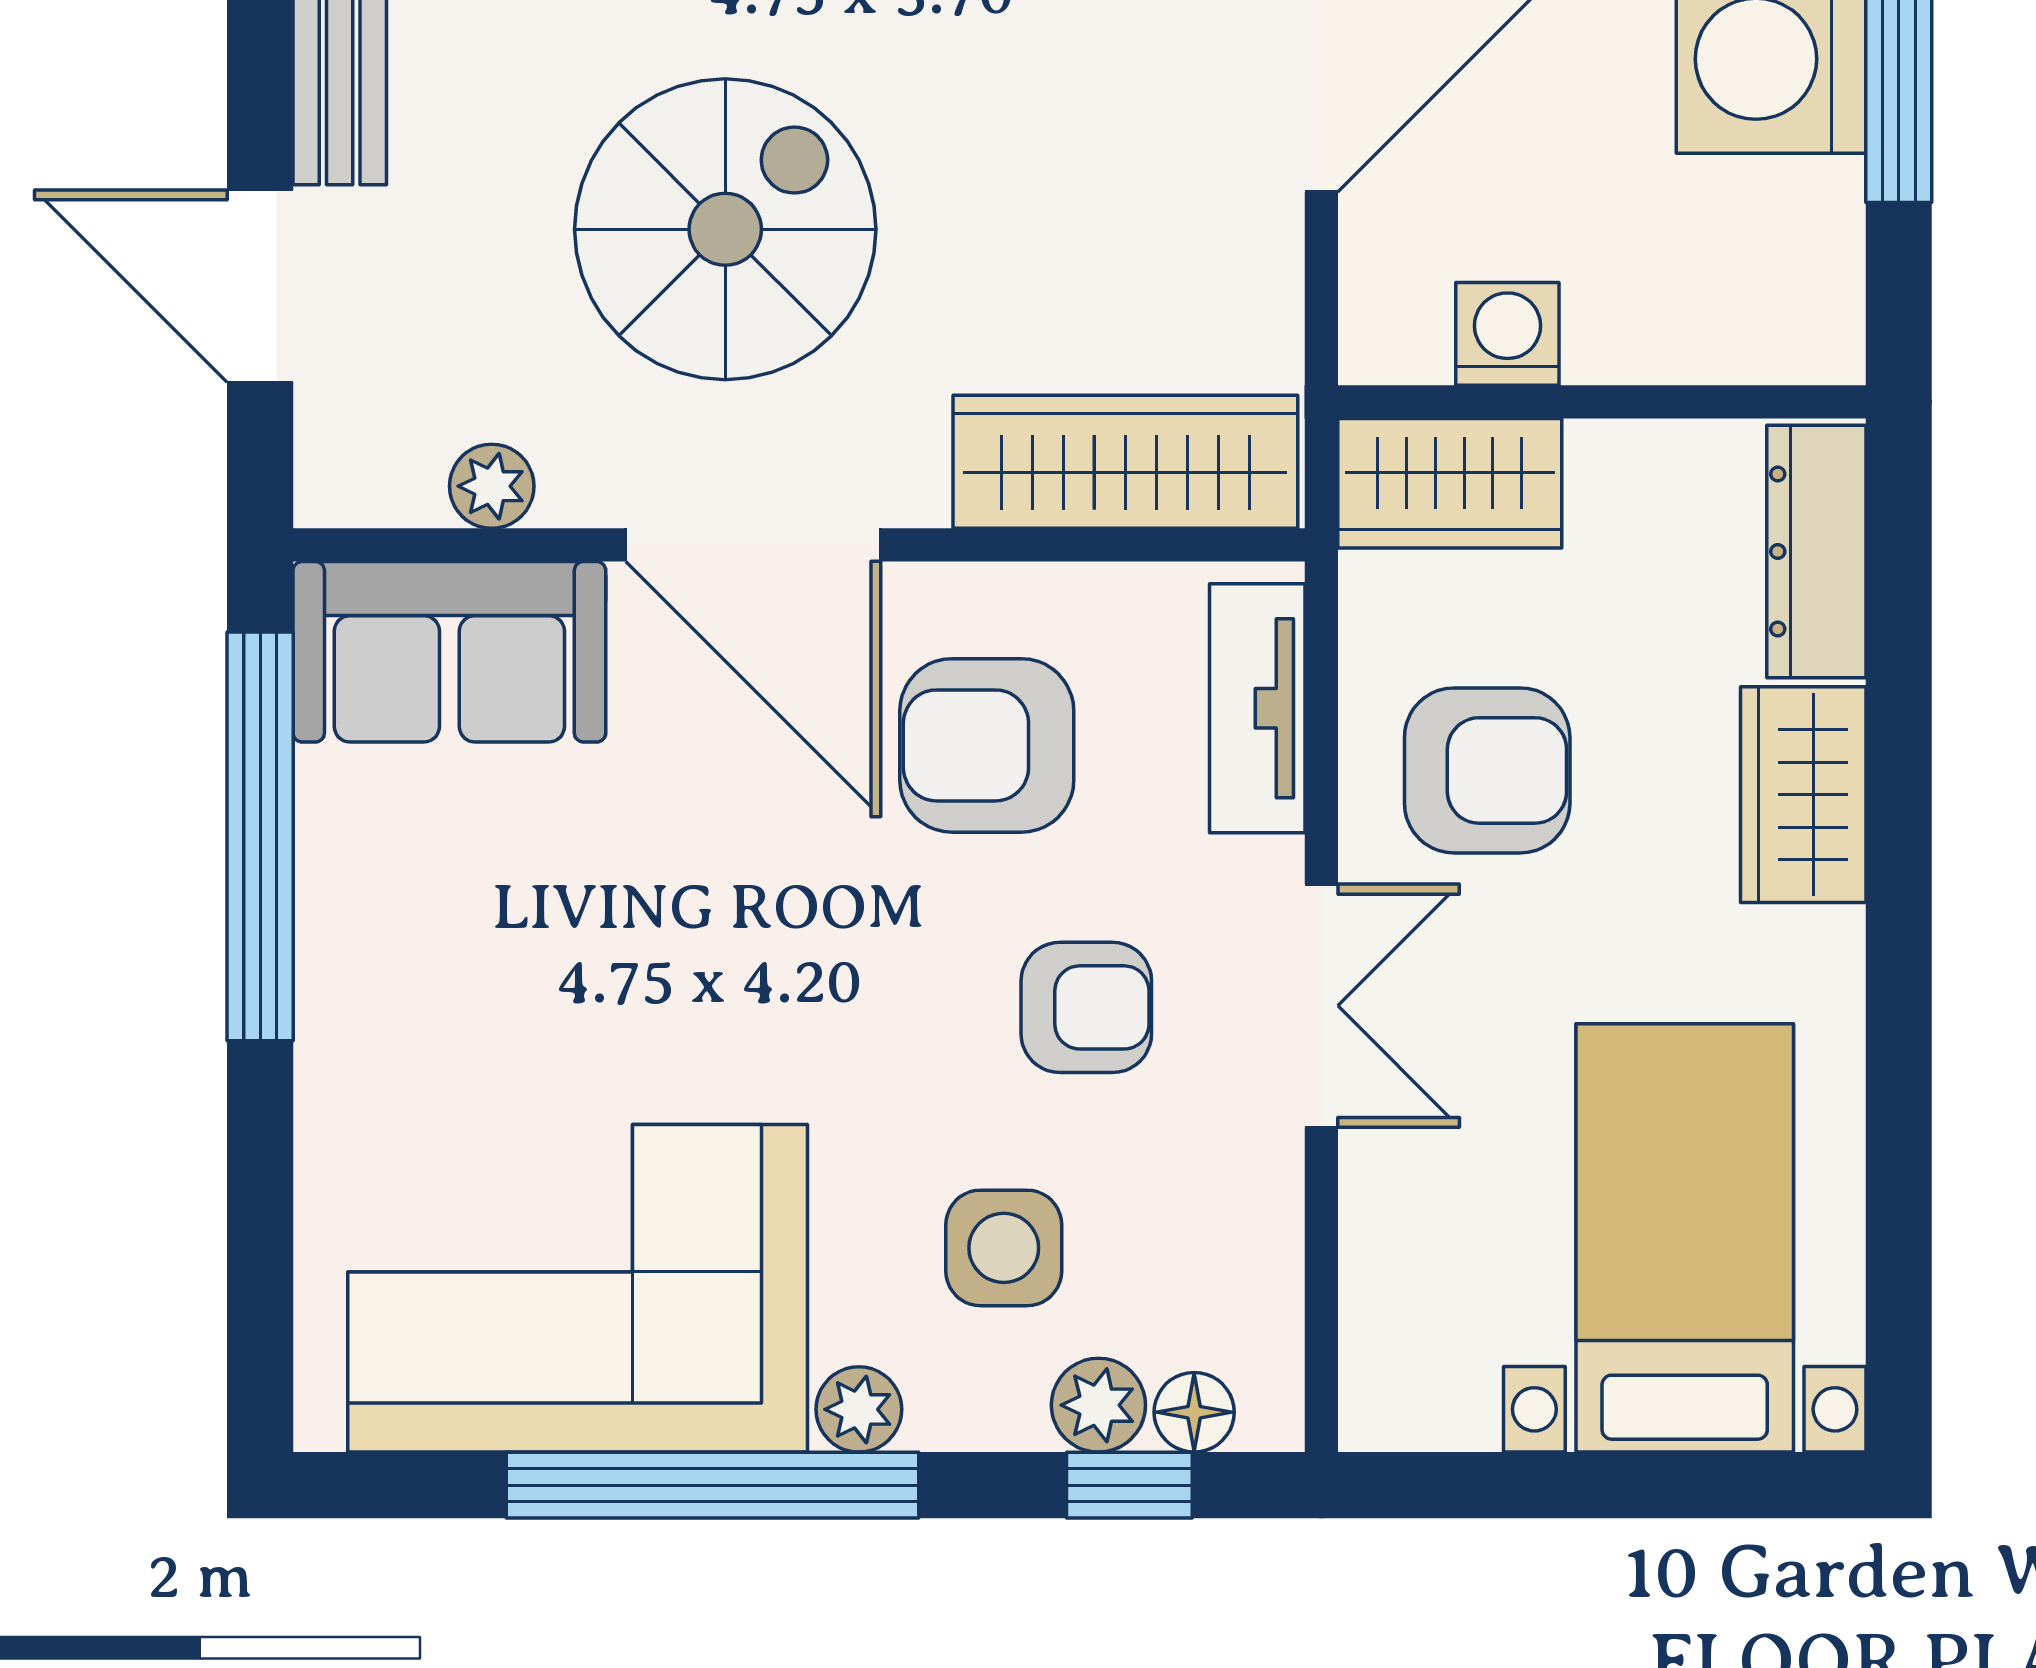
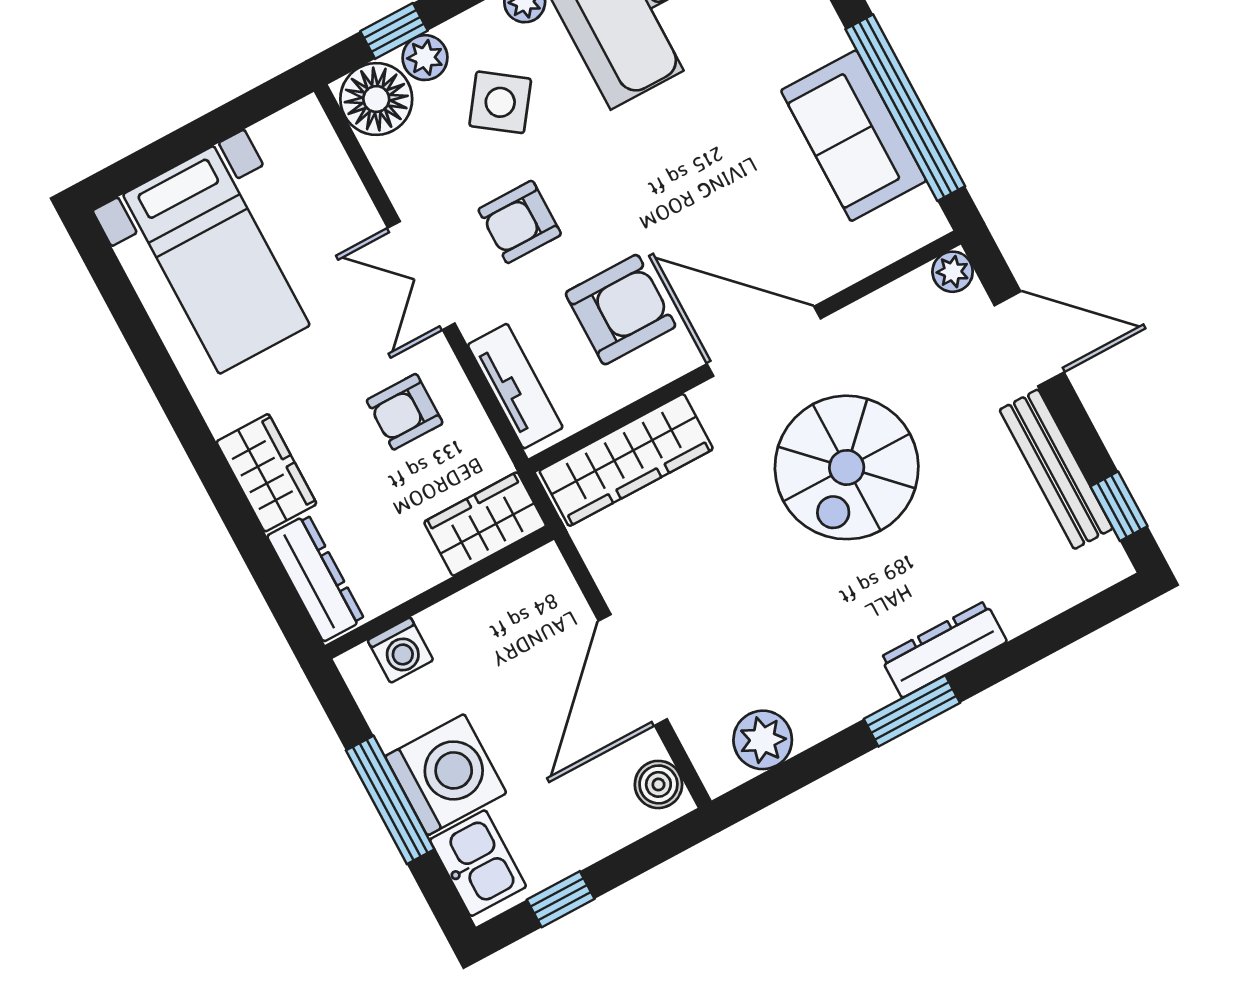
washing machine: (1507, 334) -> (400, 650), moved
plant: (492, 486) -> (953, 272), moved
sofa: (449, 652) -> (854, 136), moved, turned -90
armchair: (1487, 770) -> (405, 412), width x0.72, depth x0.72
side table: (1004, 1248) -> (500, 102), turned 36
floor lamp: (1194, 1412) -> (376, 99), width x1.89, depth x1.89

